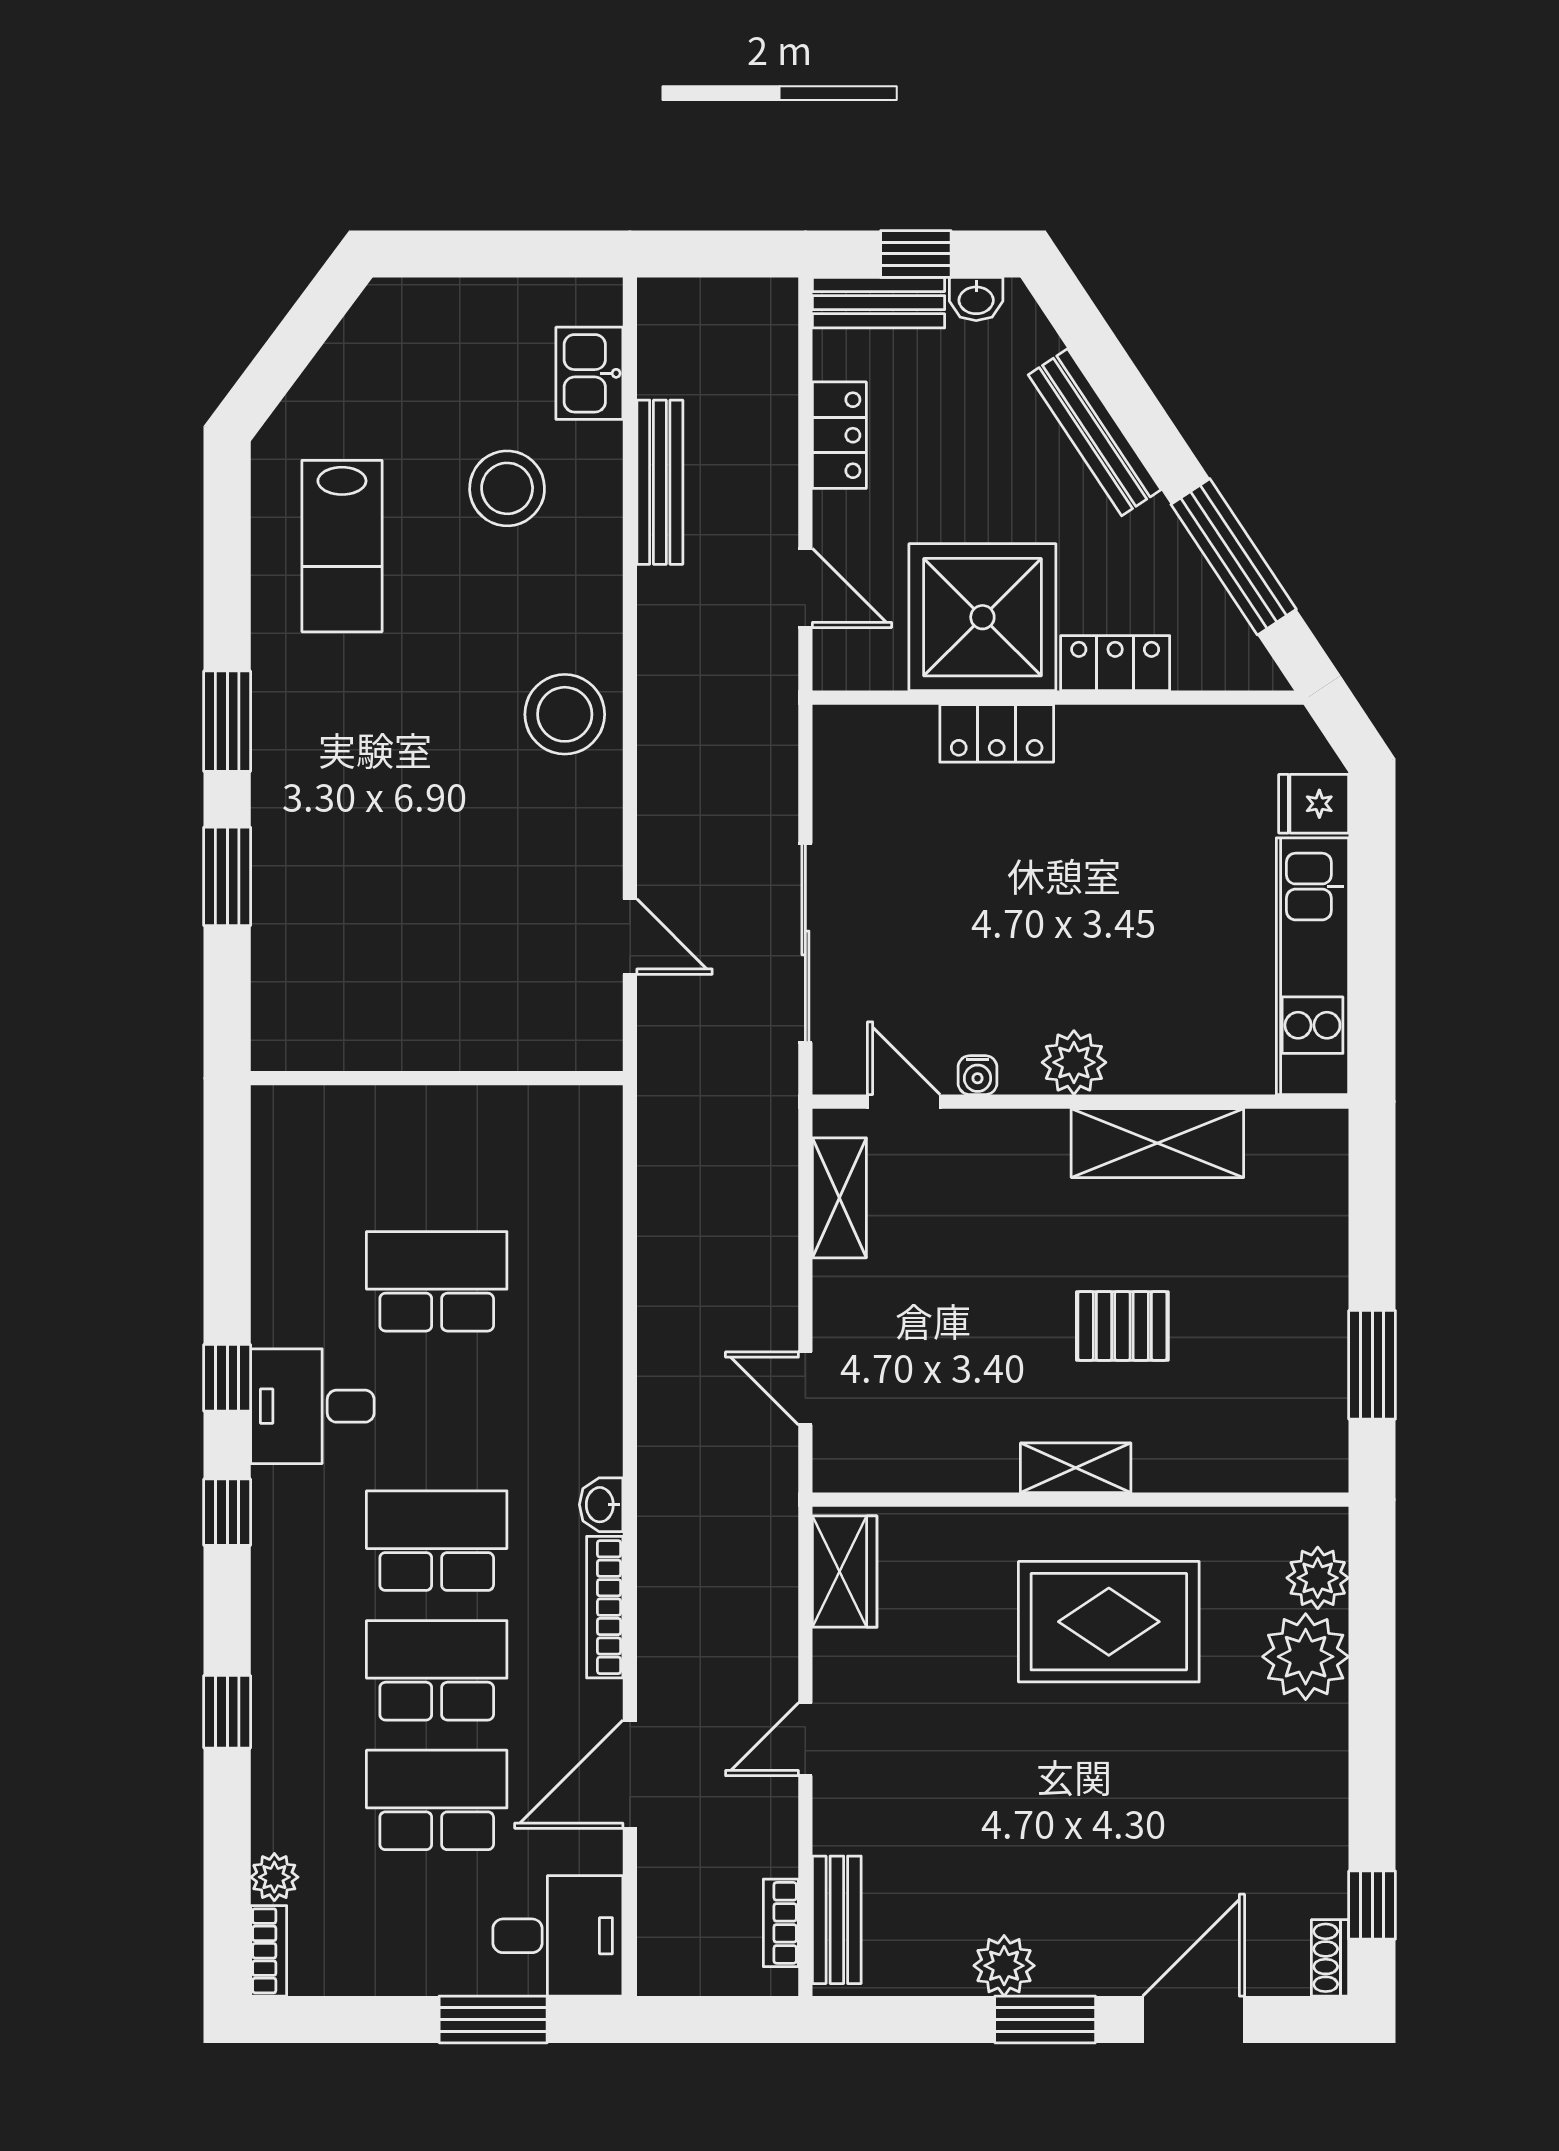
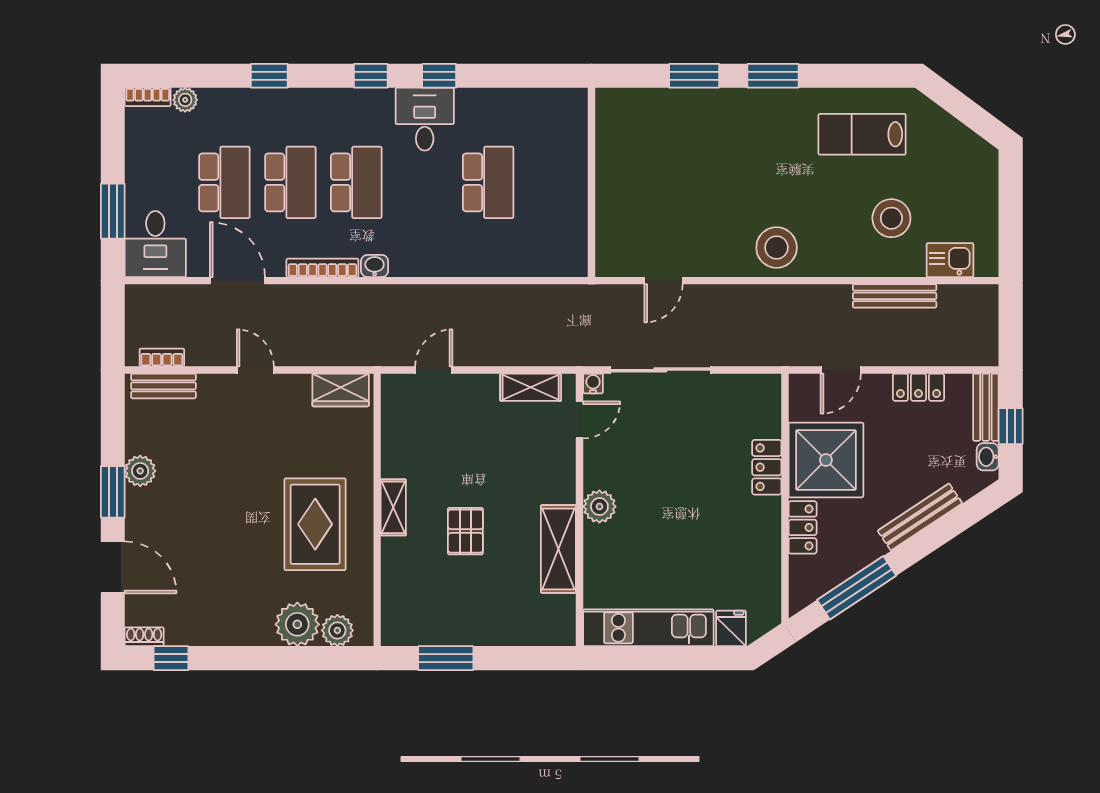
water cooler: (978, 1075) -> (593, 383), moved, turned 90

